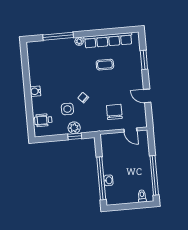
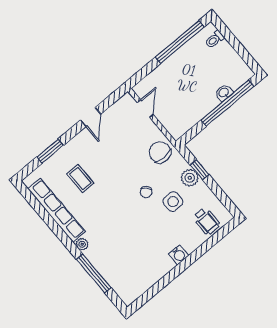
coffee table: (105, 65) -> (80, 179), moved
chair: (114, 112) -> (160, 152), moved, turned 90

